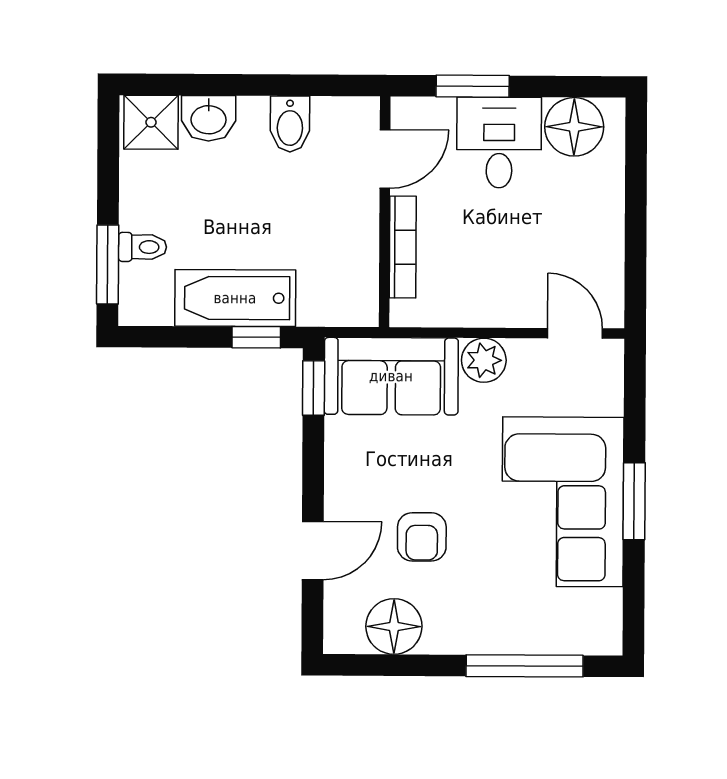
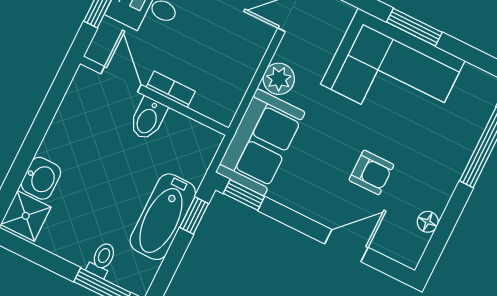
bidet: (290, 124) -> (148, 119), moved, turned 90
bookcase: (403, 247) -> (171, 89), width x0.64
door: (313, 550) -> (346, 246), hinge flipped
floor lamp: (394, 626) -> (428, 222), width x0.53, depth x0.53

